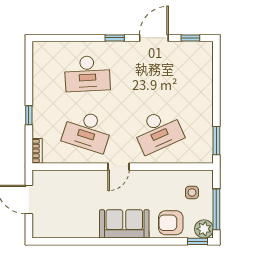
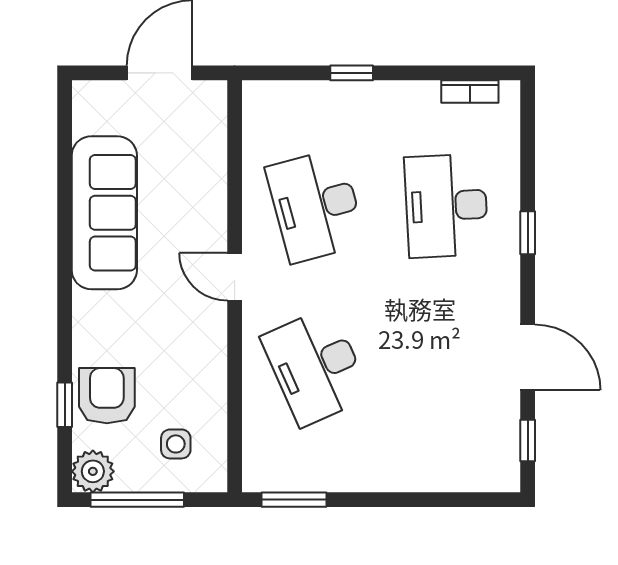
window: (115, 38) -> (528, 233), moved
desk: (87, 131) -> (316, 206), turned -33
bookcase: (37, 151) -> (470, 91), moved
sofa: (124, 224) -> (104, 213), moved, width x1.36
window: (198, 241) -> (65, 405), moved

